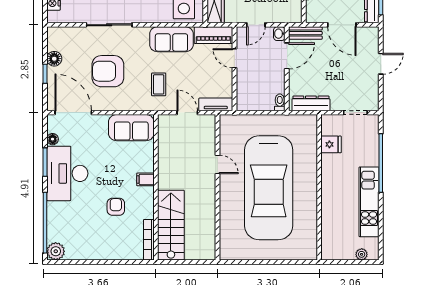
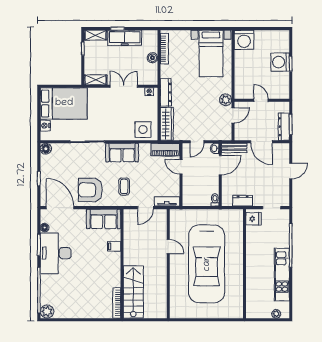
sofa: (171, 39) -> (122, 153), moved
floor lamp: (54, 59) -> (46, 149), moved
armchair: (108, 71) -> (90, 190), moved
dresser: (311, 103) -> (243, 201), width x0.70
door: (187, 113) -> (145, 208), swing flipped
fridge: (331, 144) -> (253, 219), moved
filing cabinet: (145, 179) -> (114, 246), moved
armchair: (116, 207) -> (92, 278), removed

